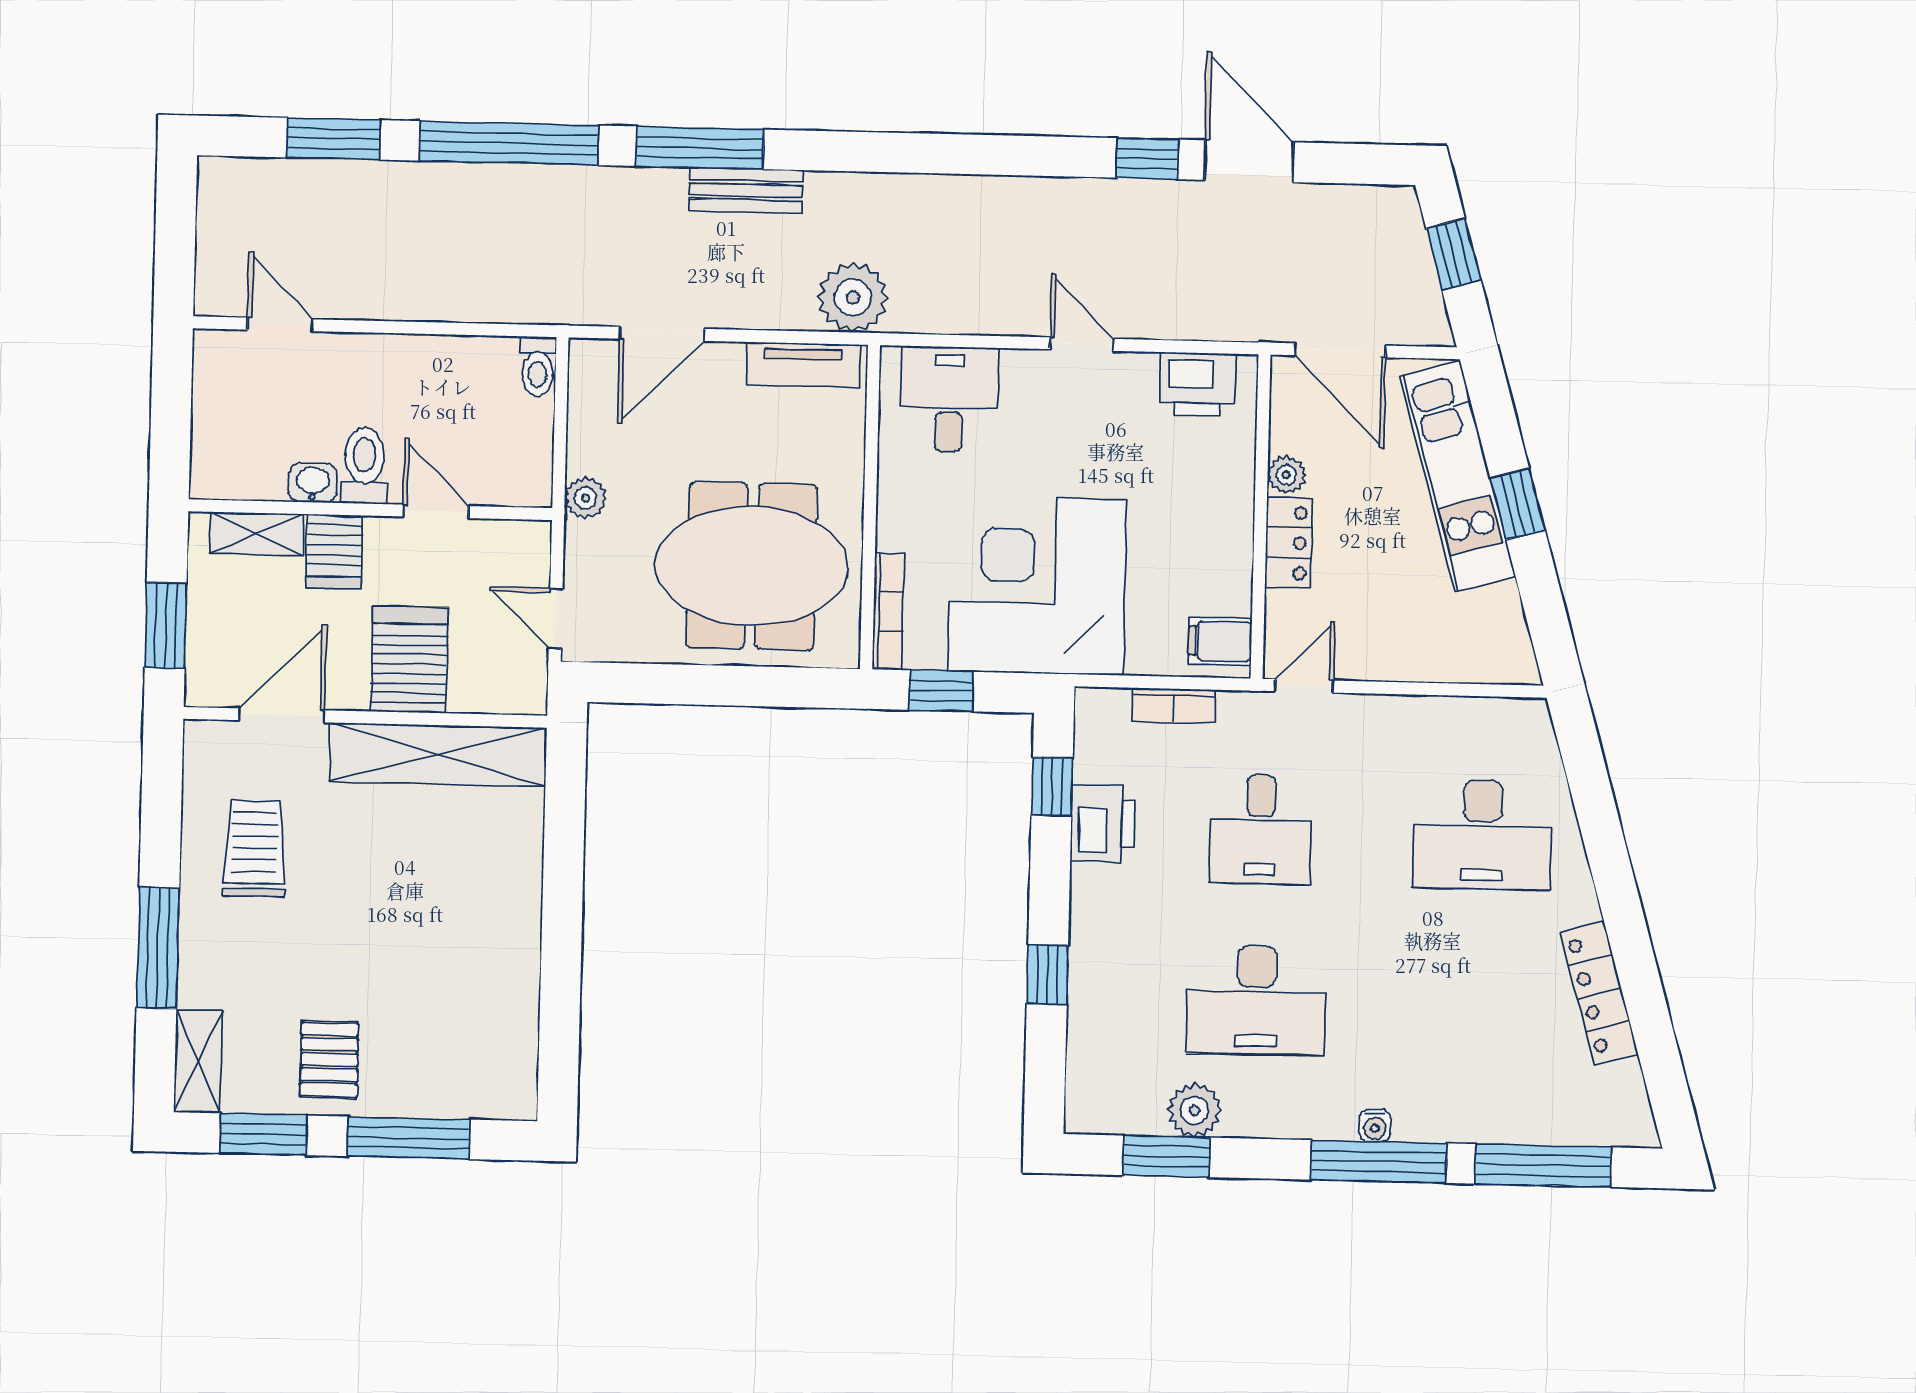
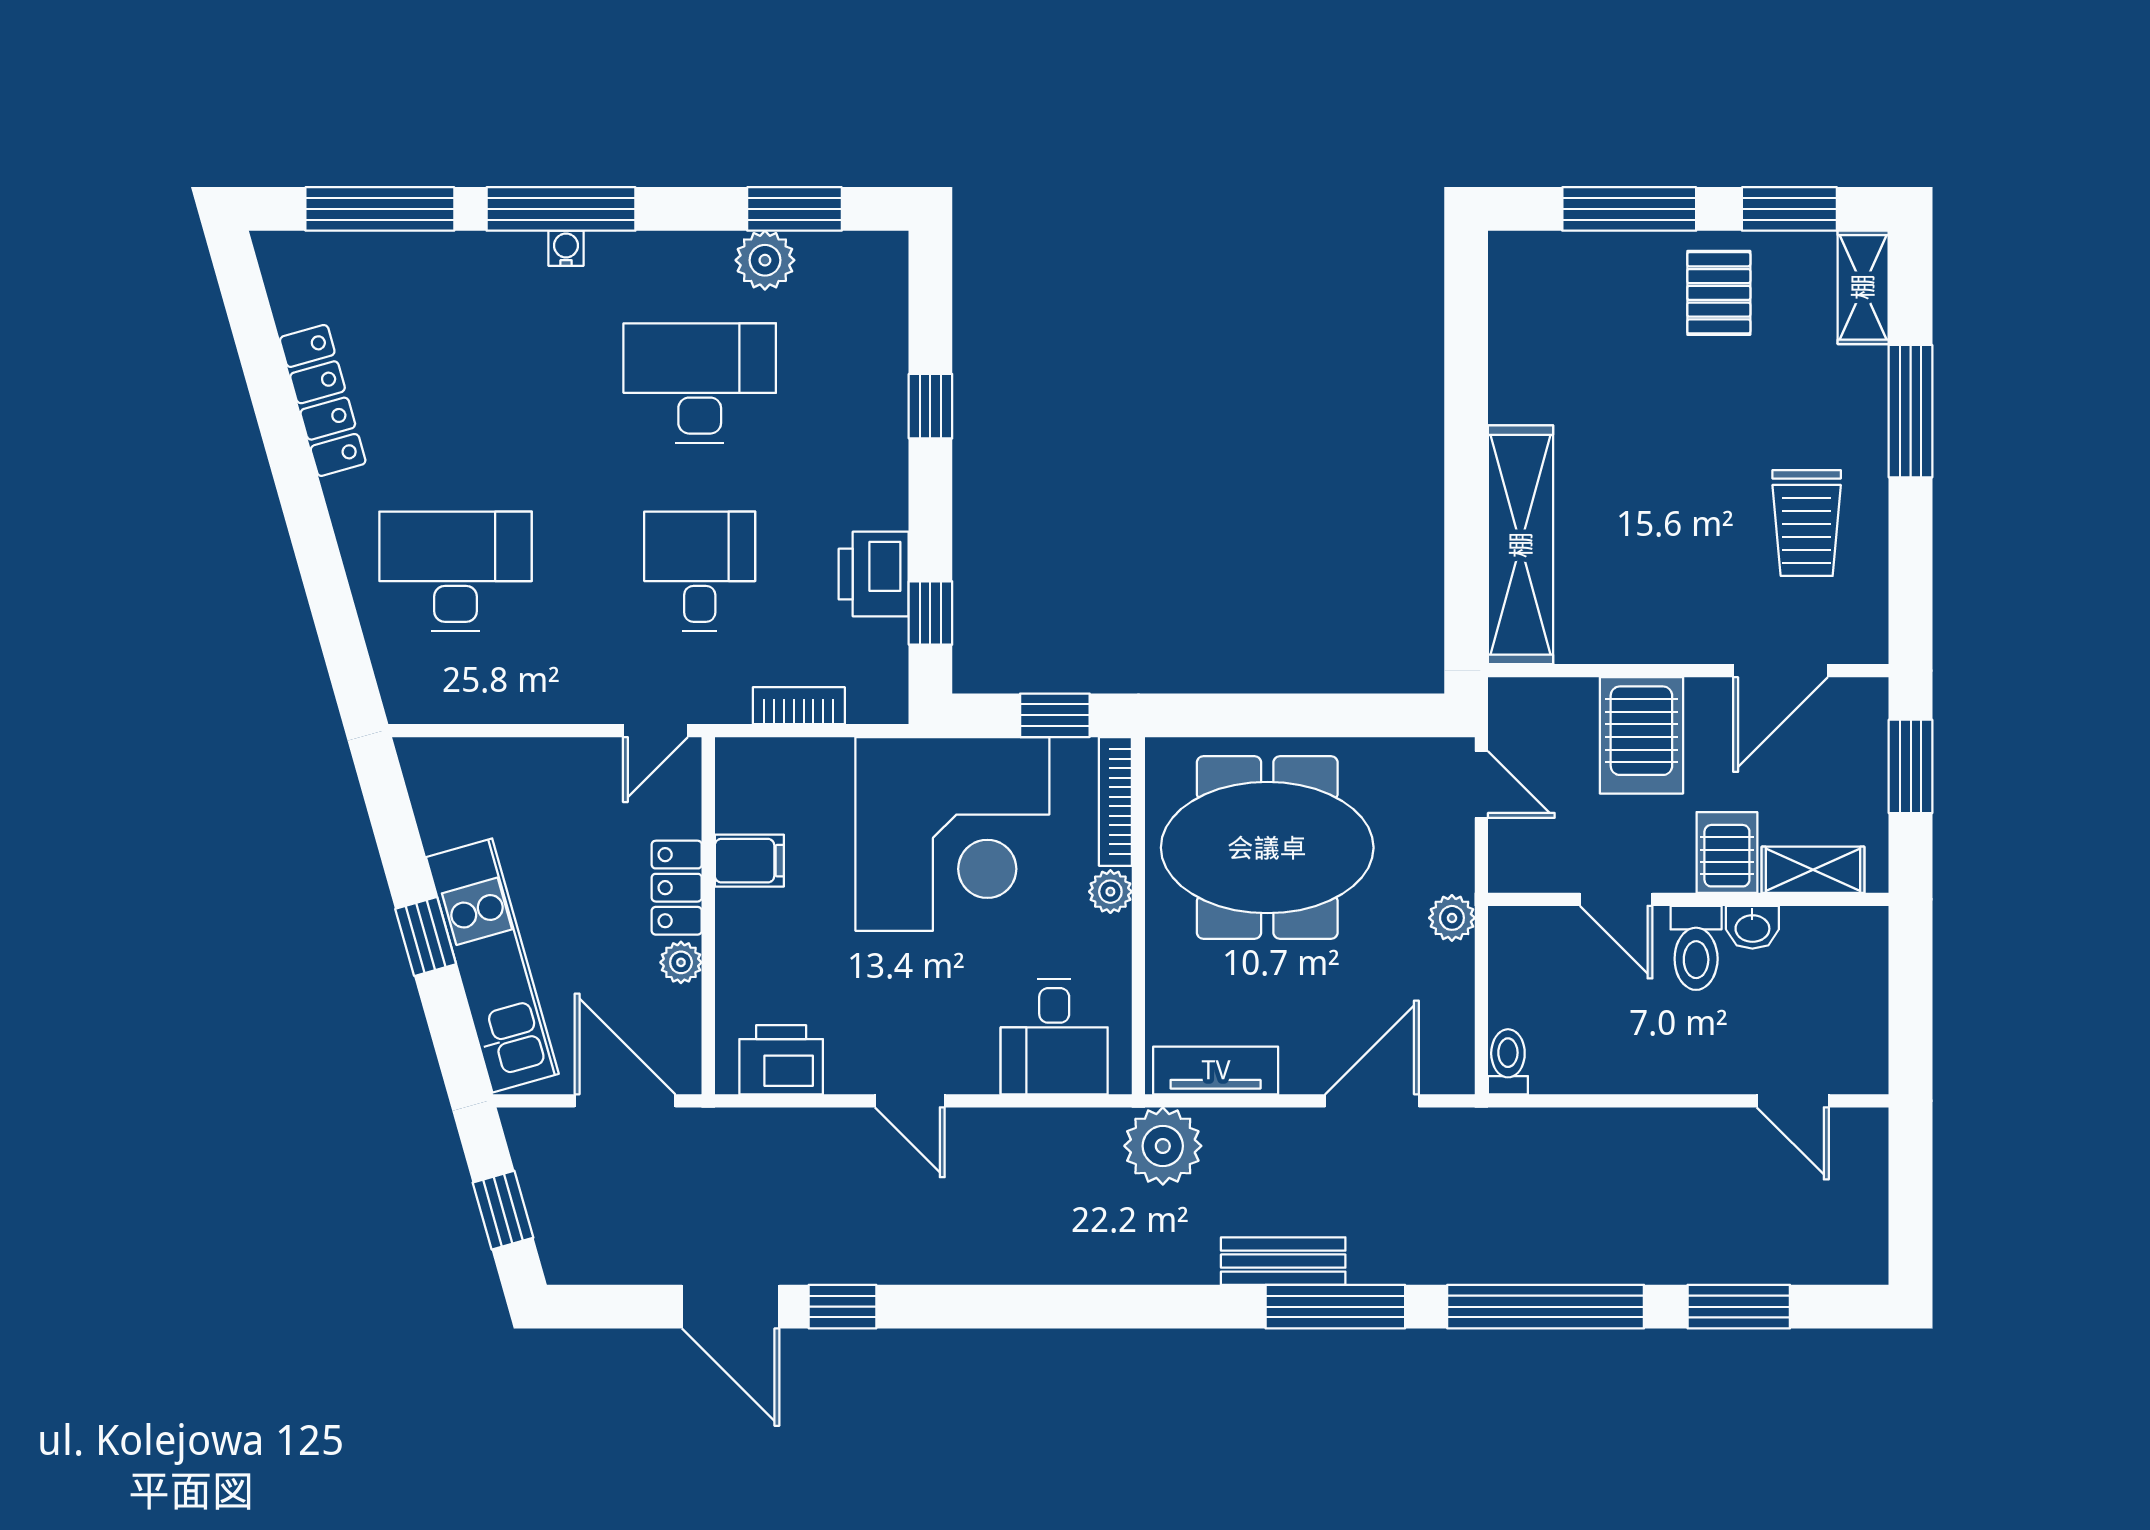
plant: (895, 530) -> (1110, 892), added
filing cabinet: (1220, 641) -> (749, 861), moved
shelving: (438, 755) -> (1521, 545), moved, turned 90

